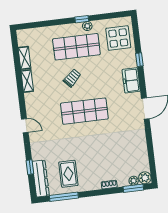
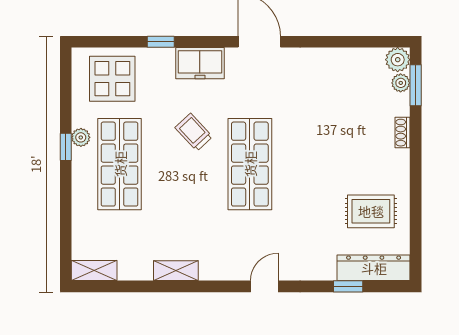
shelving: (24, 58) -> (94, 271), moved
trolley: (72, 78) -> (194, 132), moved
window: (64, 197) -> (416, 226), removed

